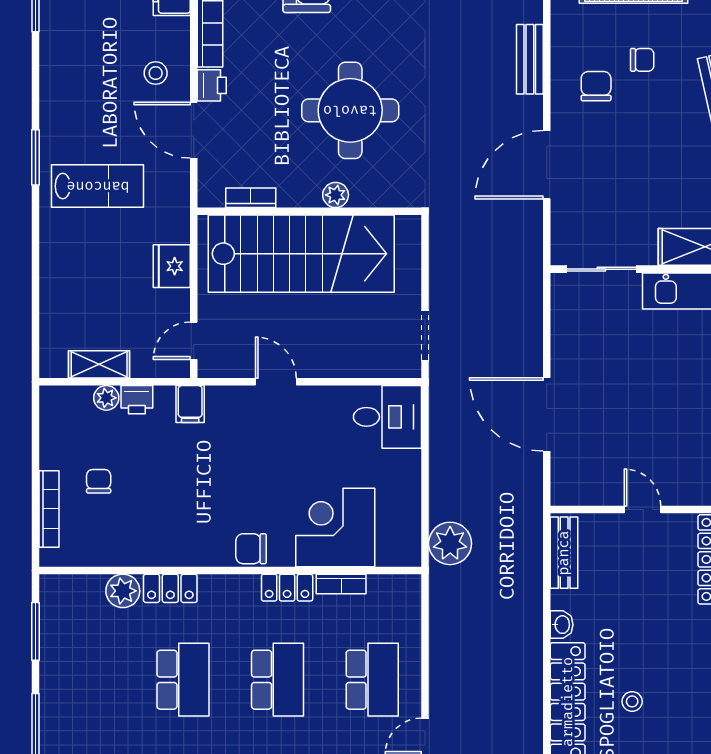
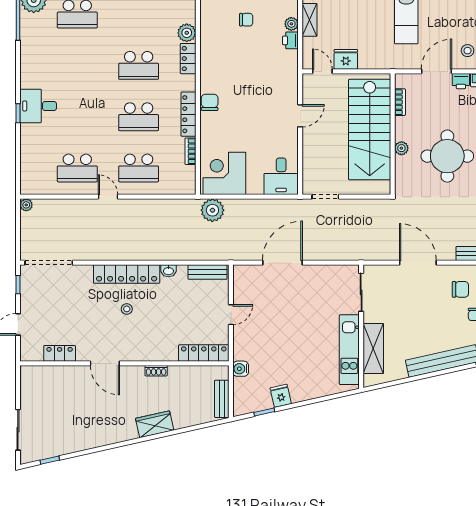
fridge: (172, 266) -> (346, 59), moved
filing cabinet: (190, 404) -> (288, 69), removed
corner desk: (335, 527) -> (224, 173), moved, turned -90
locker: (287, 588) -> (189, 114), width x1.53

